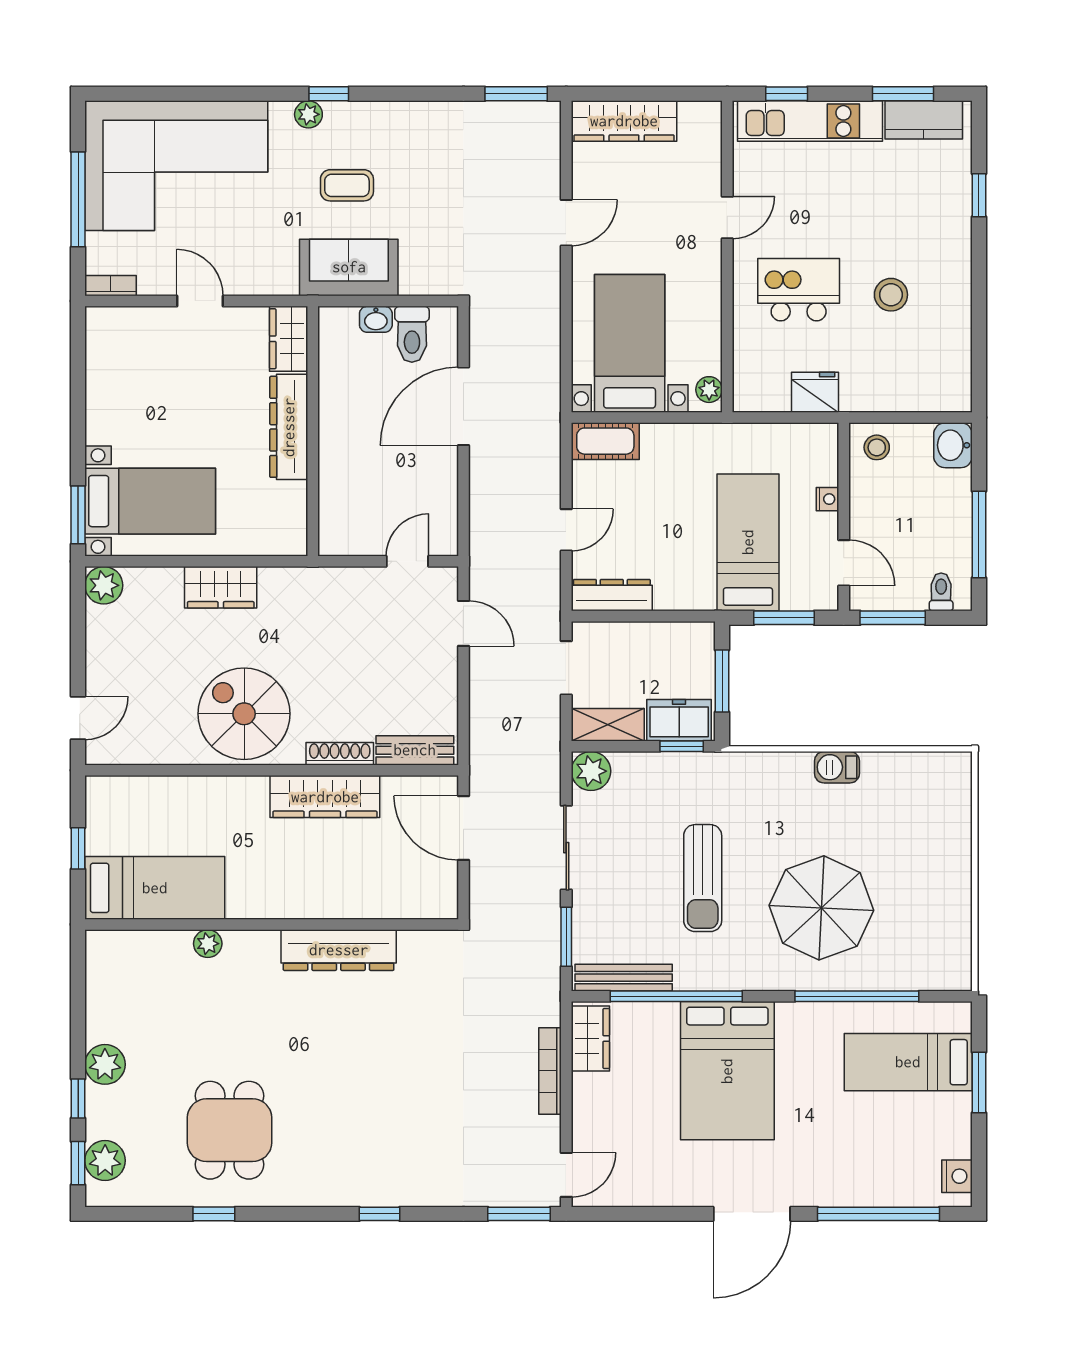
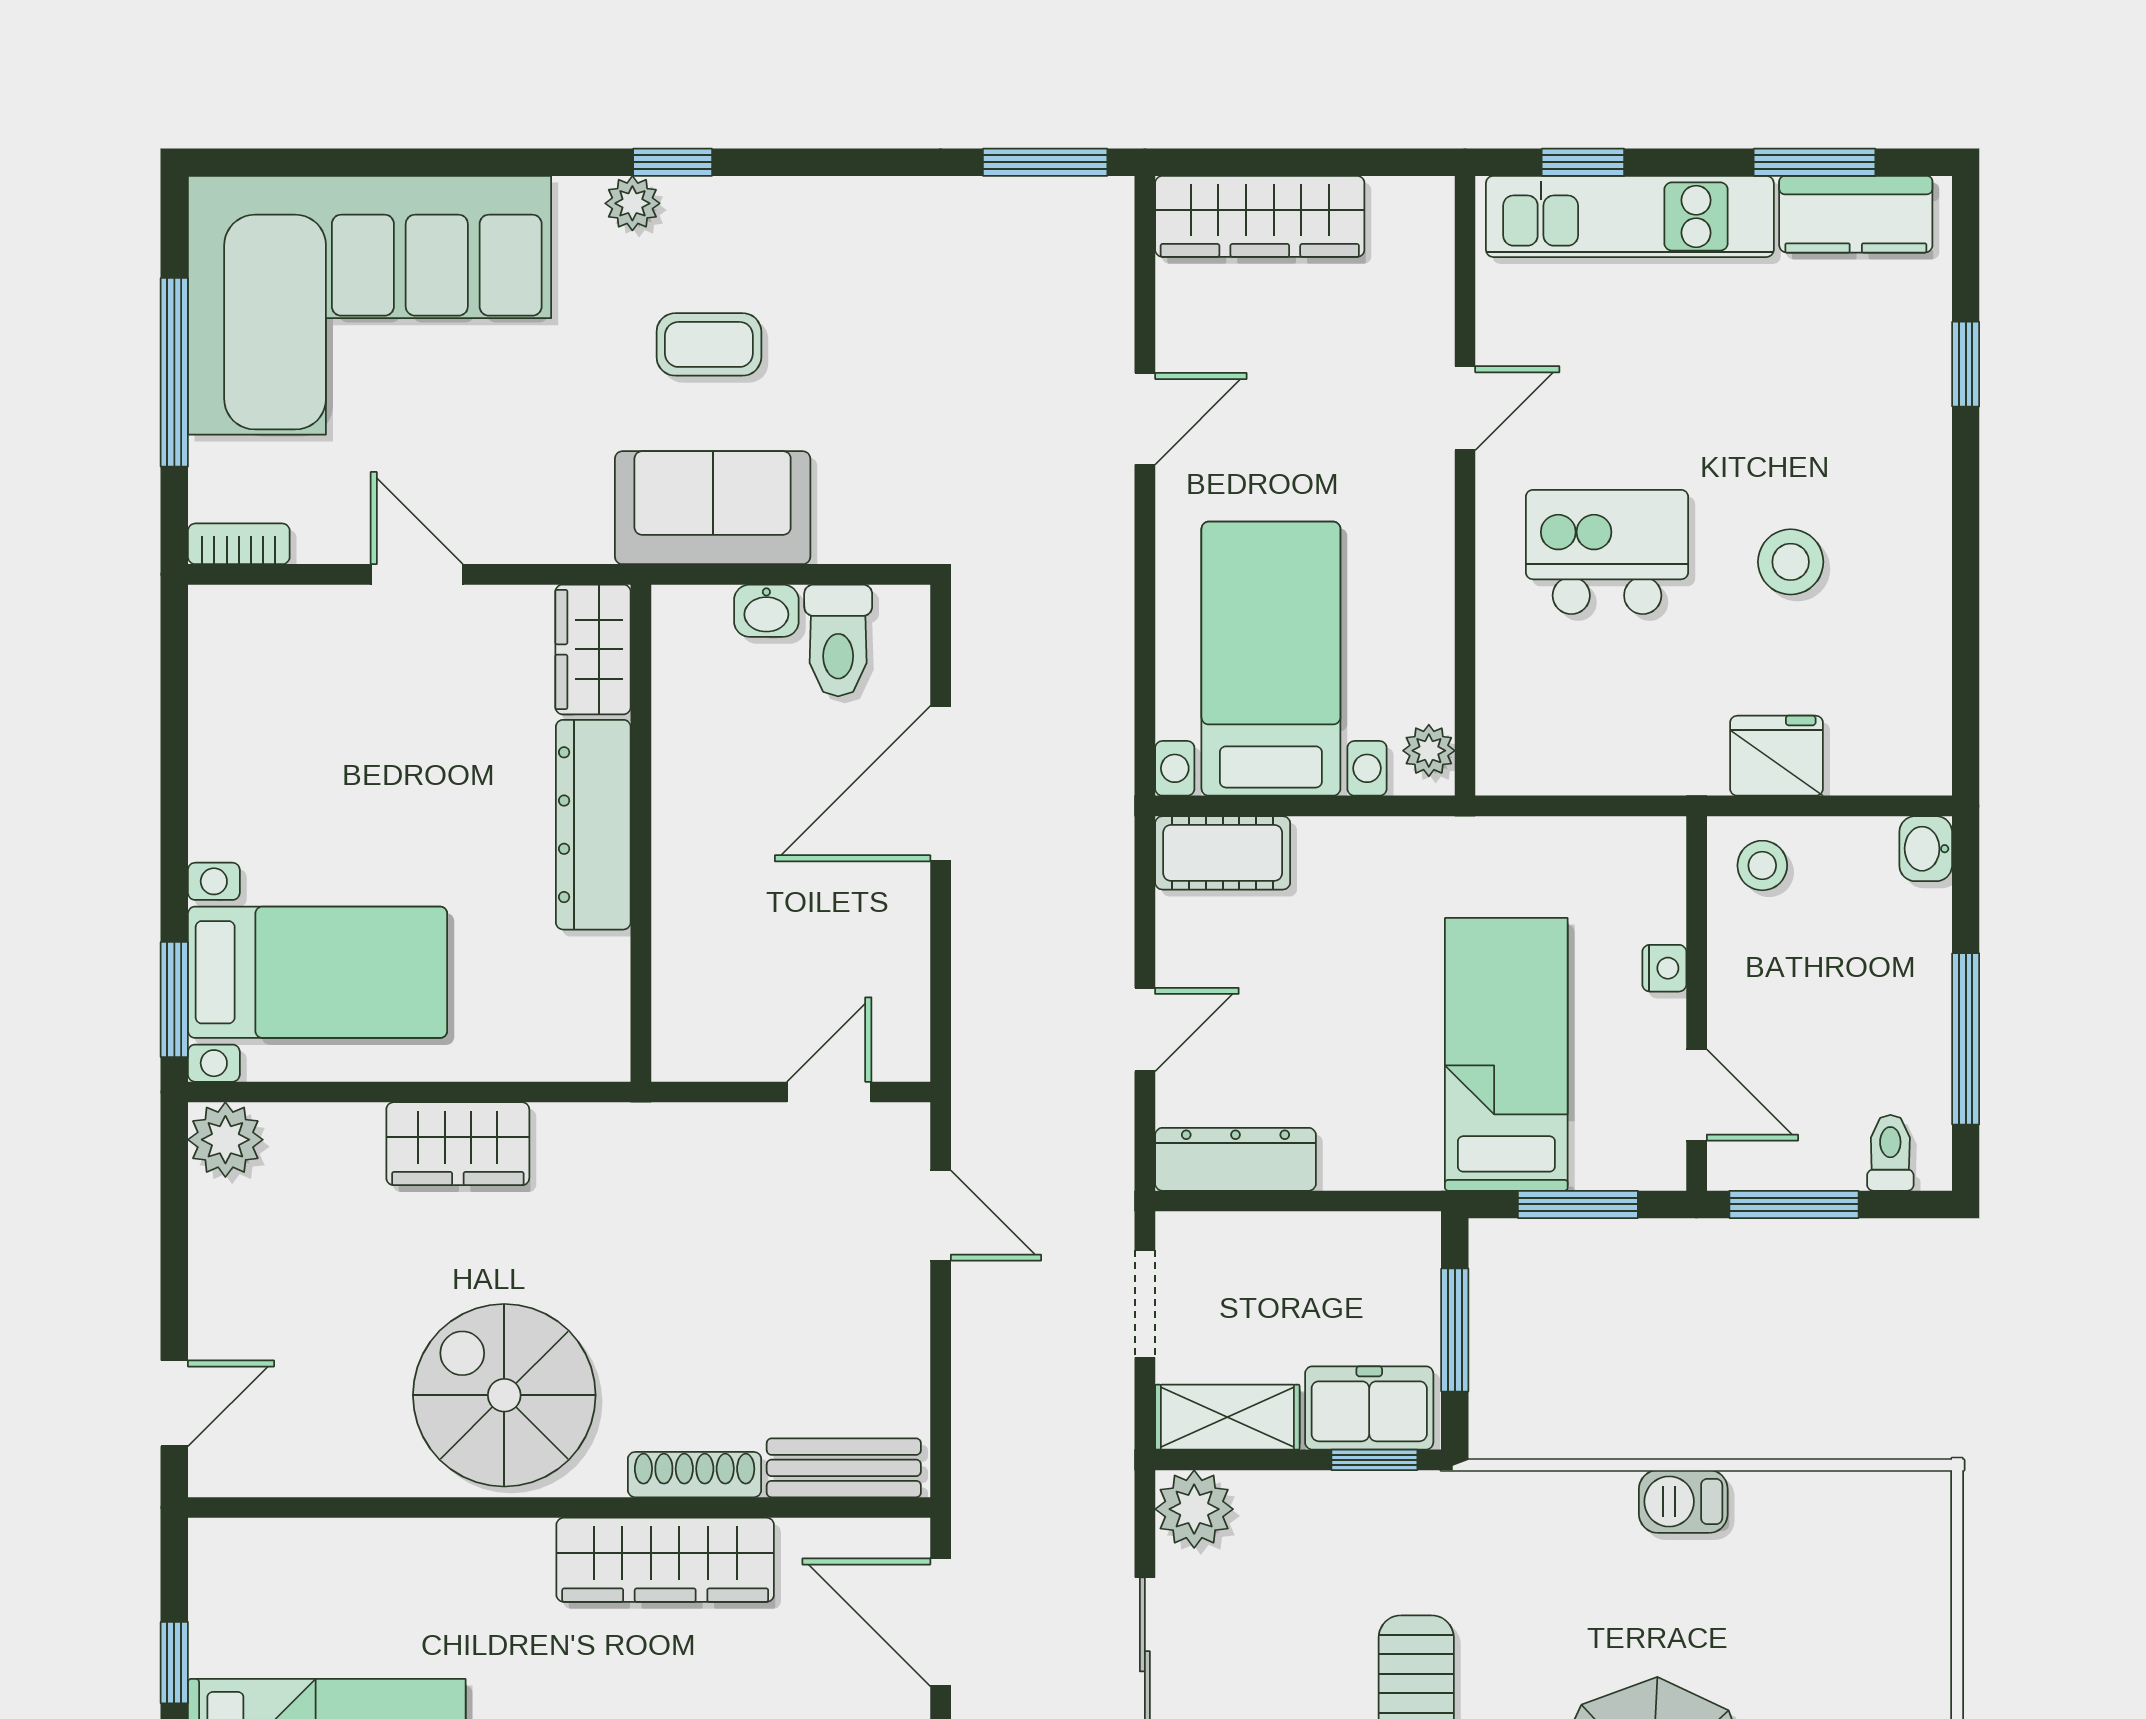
fridge: (815, 392) -> (1777, 756), moved
washbasin: (953, 445) -> (1926, 849), width x0.72, depth x0.69

